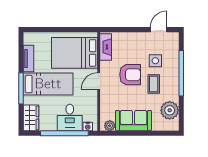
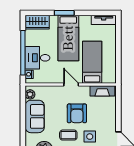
bed: (75, 53) -> (92, 62), width x0.67
tv unit: (29, 59) -> (104, 20), moved
window: (21, 88) -> (64, 13), width x0.69

